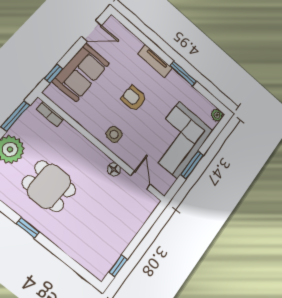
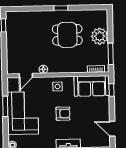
door: (91, 31) -> (112, 129), hinge flipped
sofa: (81, 72) -> (92, 86), moved, turned -90
door: (141, 180) -> (26, 76), hinge flipped

